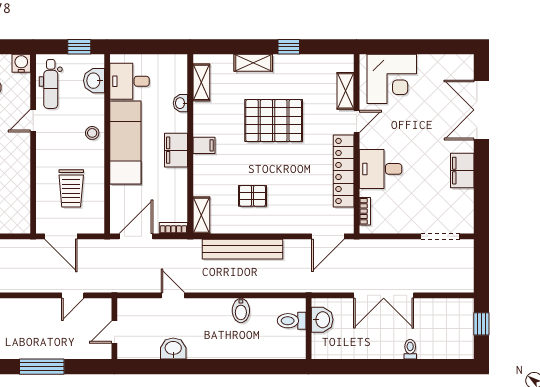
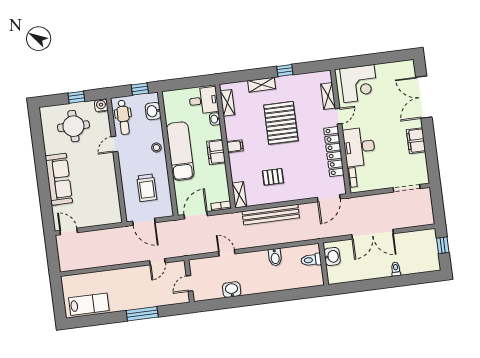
desk: (129, 81) -> (204, 100), moved, turned 180
pallet: (274, 121) -> (281, 123), turned 90
desk: (381, 169) -> (359, 147), width x1.37

